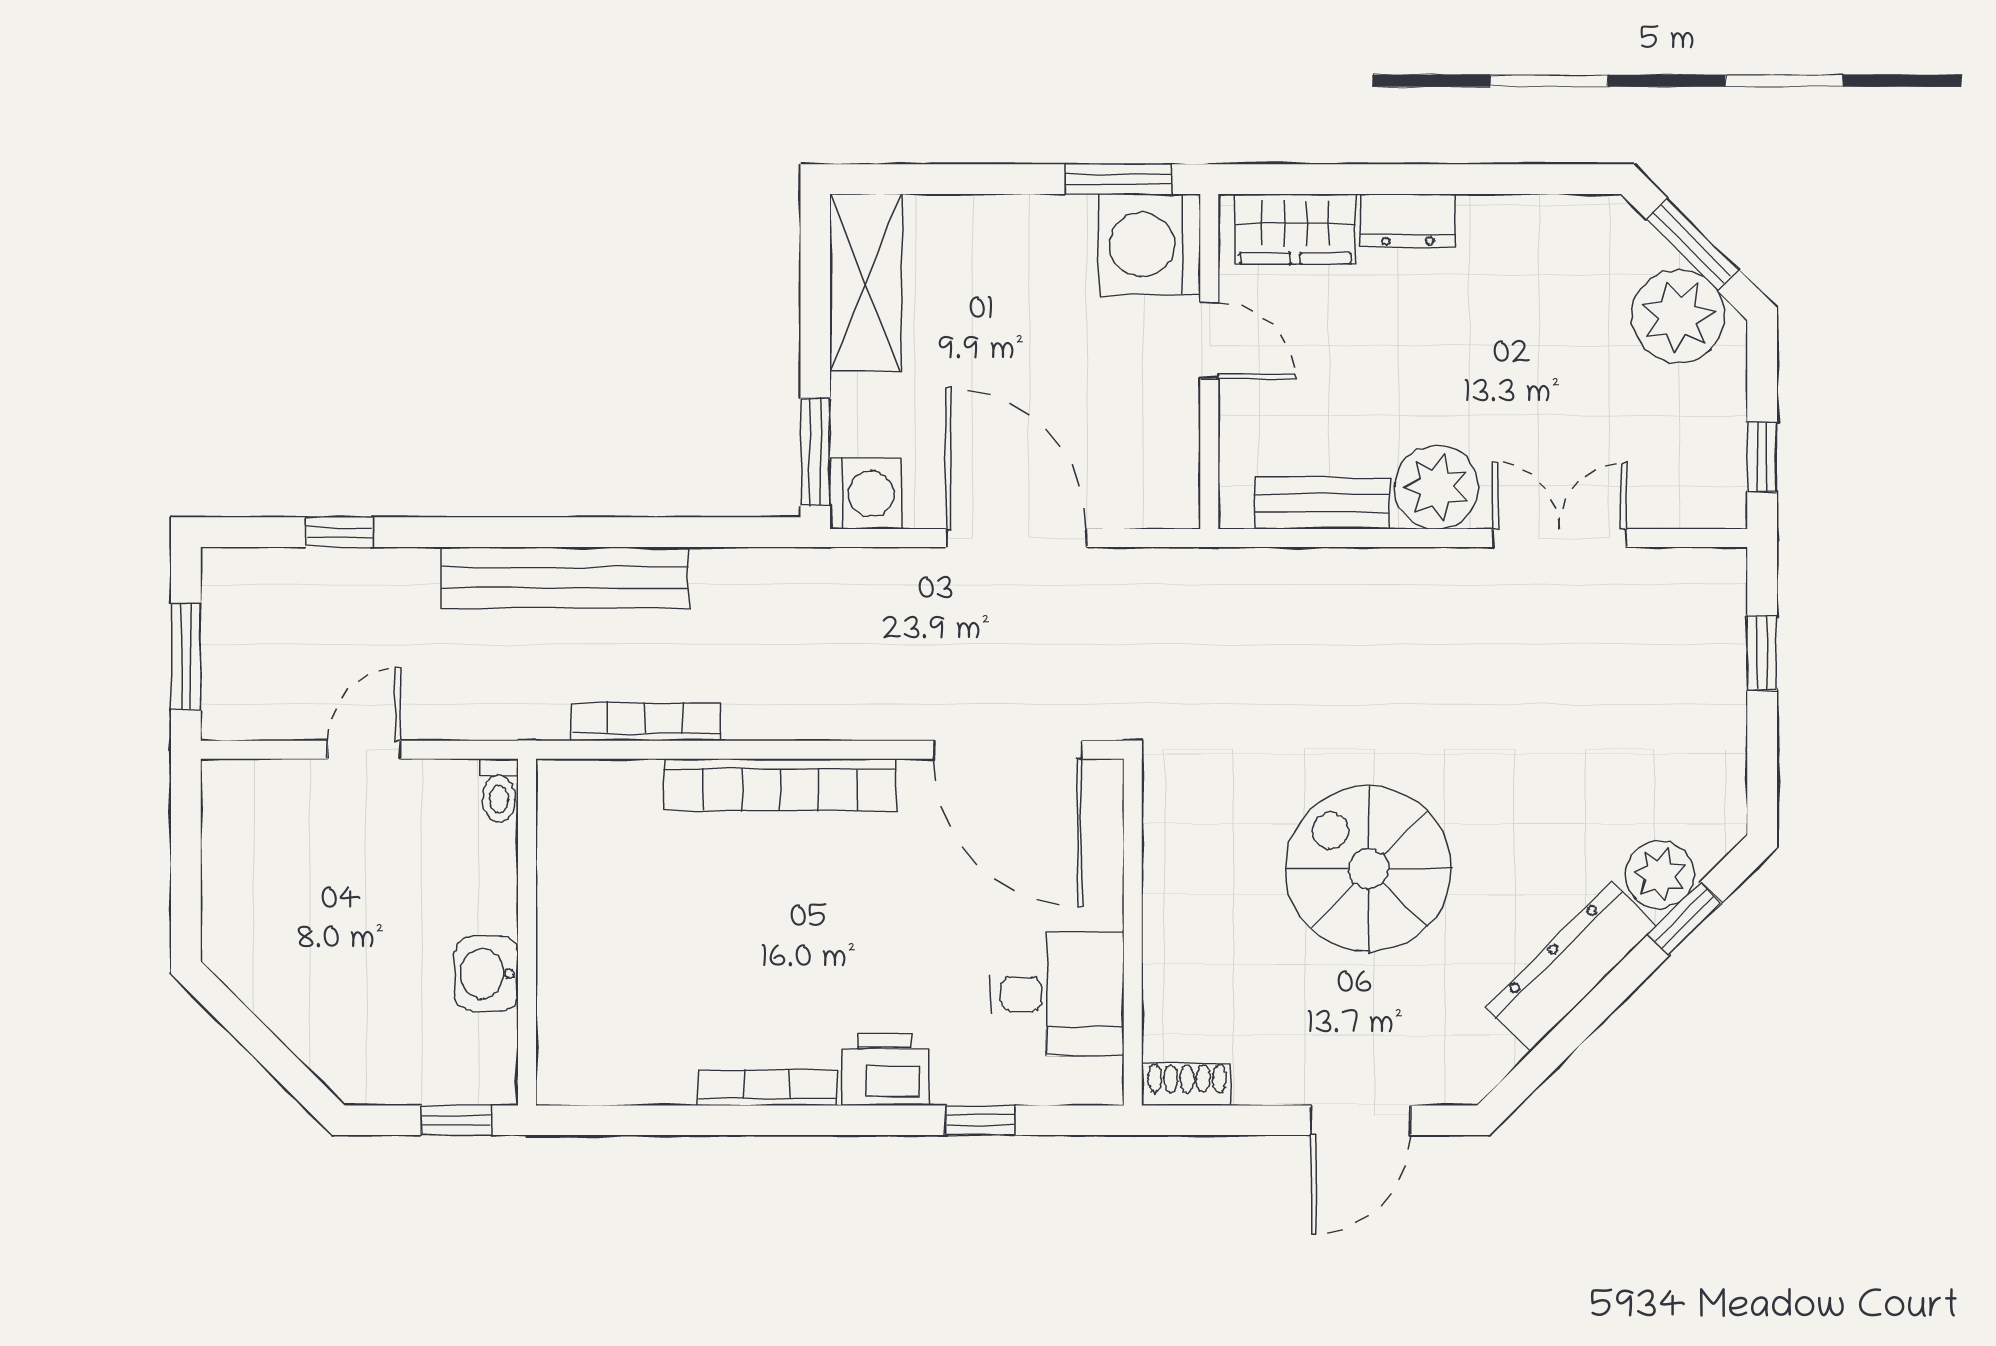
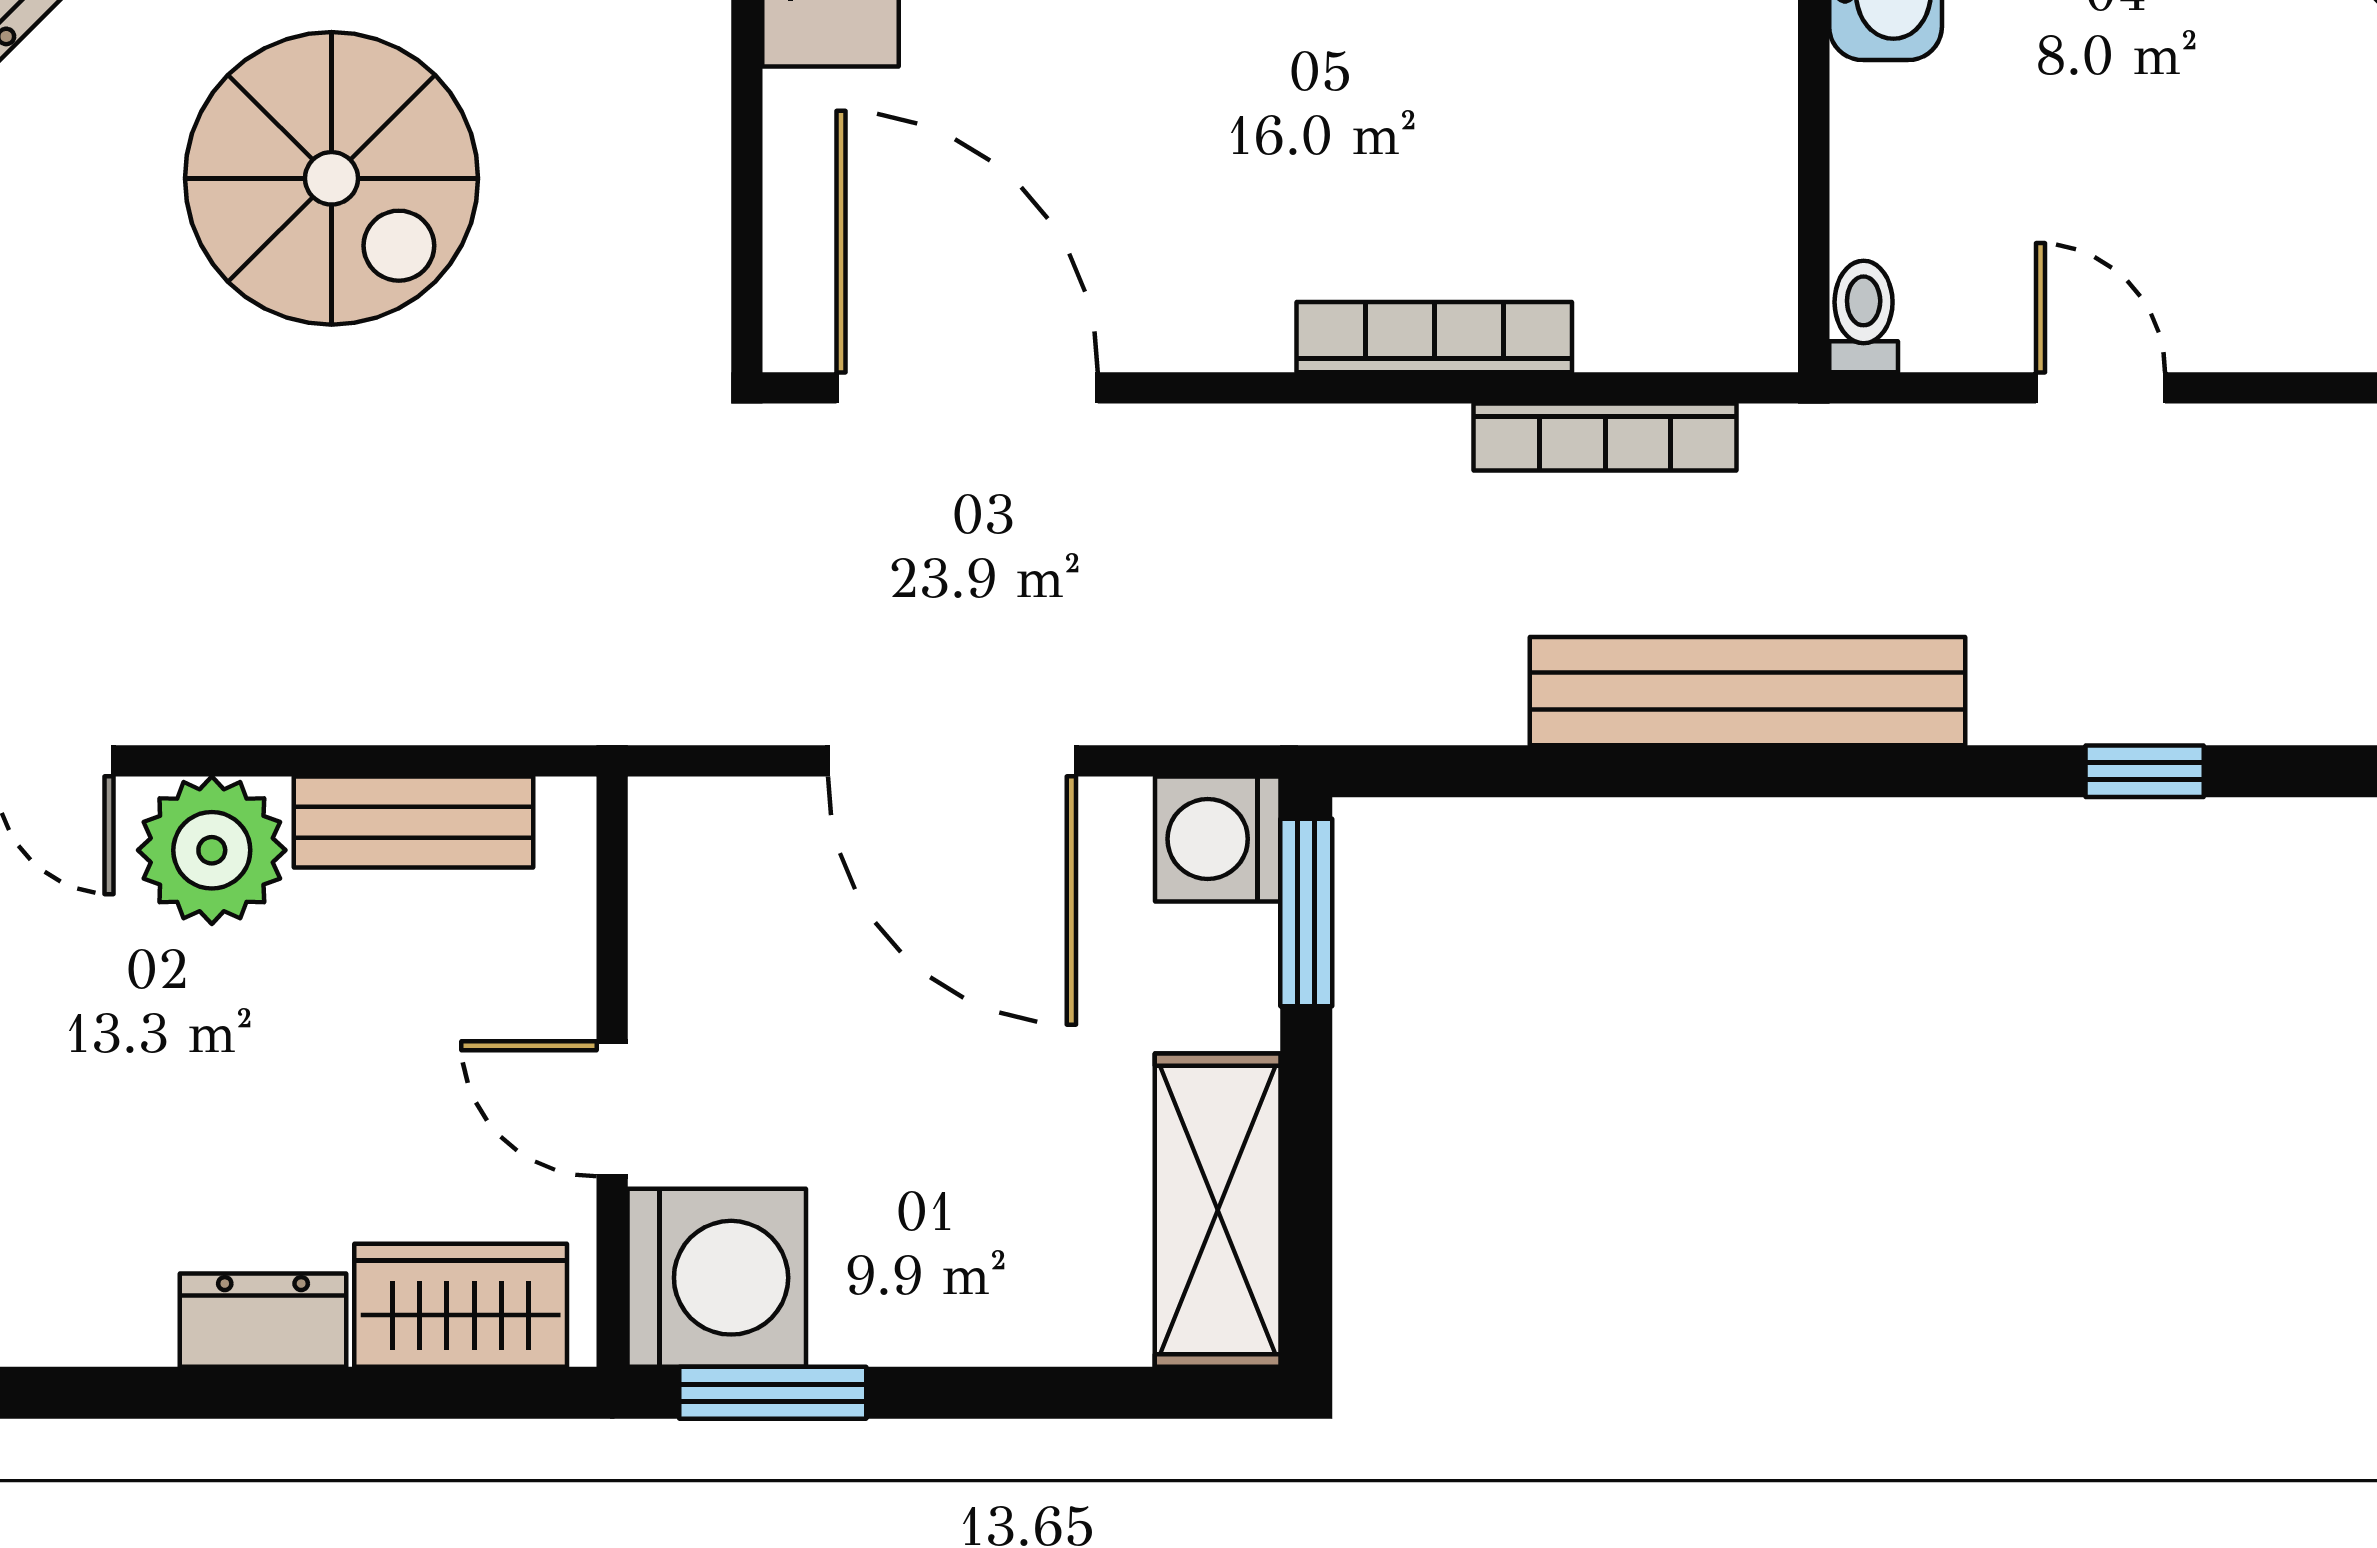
door: (364, 750) -> (2100, 388), swing flipped
bookcase: (780, 785) -> (1434, 337), width x0.68, depth x0.76

